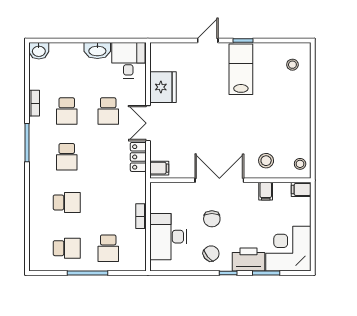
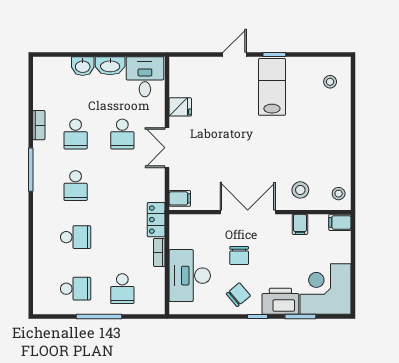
washbasin: (39, 51) -> (83, 66), moved
fridge: (163, 87) -> (180, 107), width x0.53, depth x0.75
locker: (138, 157) -> (156, 220), moved

